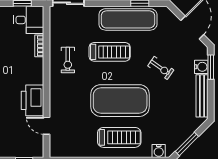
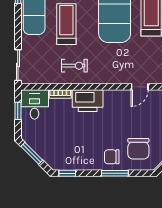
printer: (33, 100) -> (88, 101), moved

